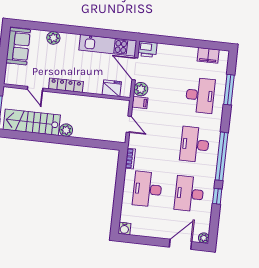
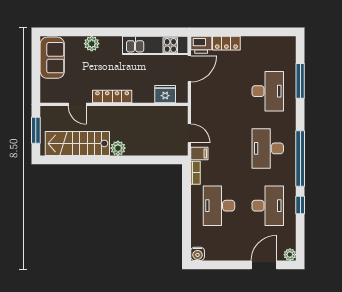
locker: (169, 50) -> (226, 43), added
filing cabinet: (208, 55) -> (272, 44), removed
door: (135, 69) -> (189, 69), swing flipped
plant: (141, 89) -> (199, 92), removed
filing cabinet: (140, 102) -> (199, 153), moved
desk: (189, 194) -> (268, 206), turned 180

